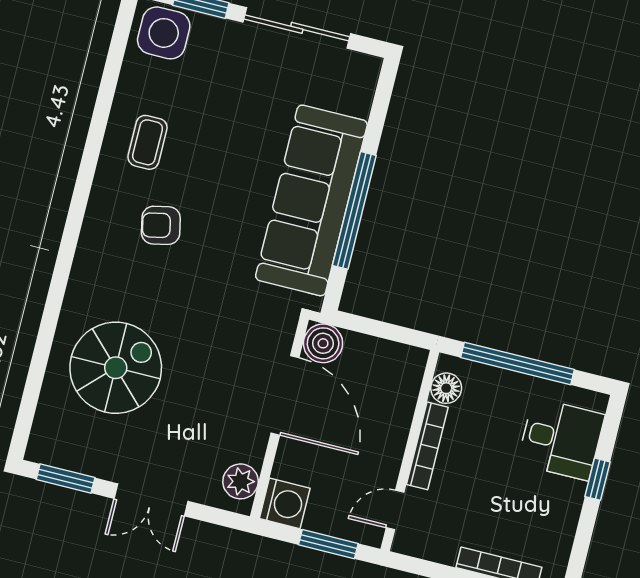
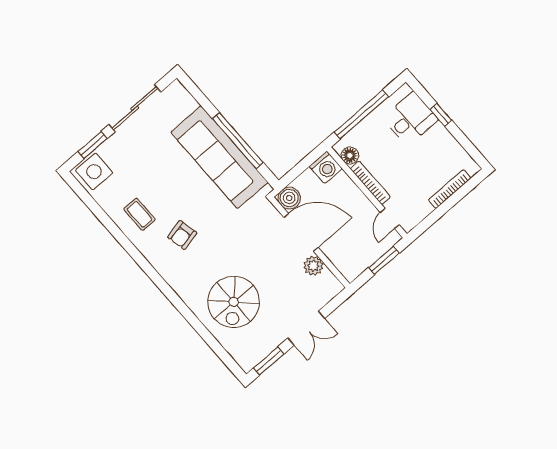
spiral stairs: (116, 368) -> (234, 302), turned 180
plant: (241, 481) -> (313, 266), moved
washing machine: (285, 503) -> (326, 167), moved, turned 90

